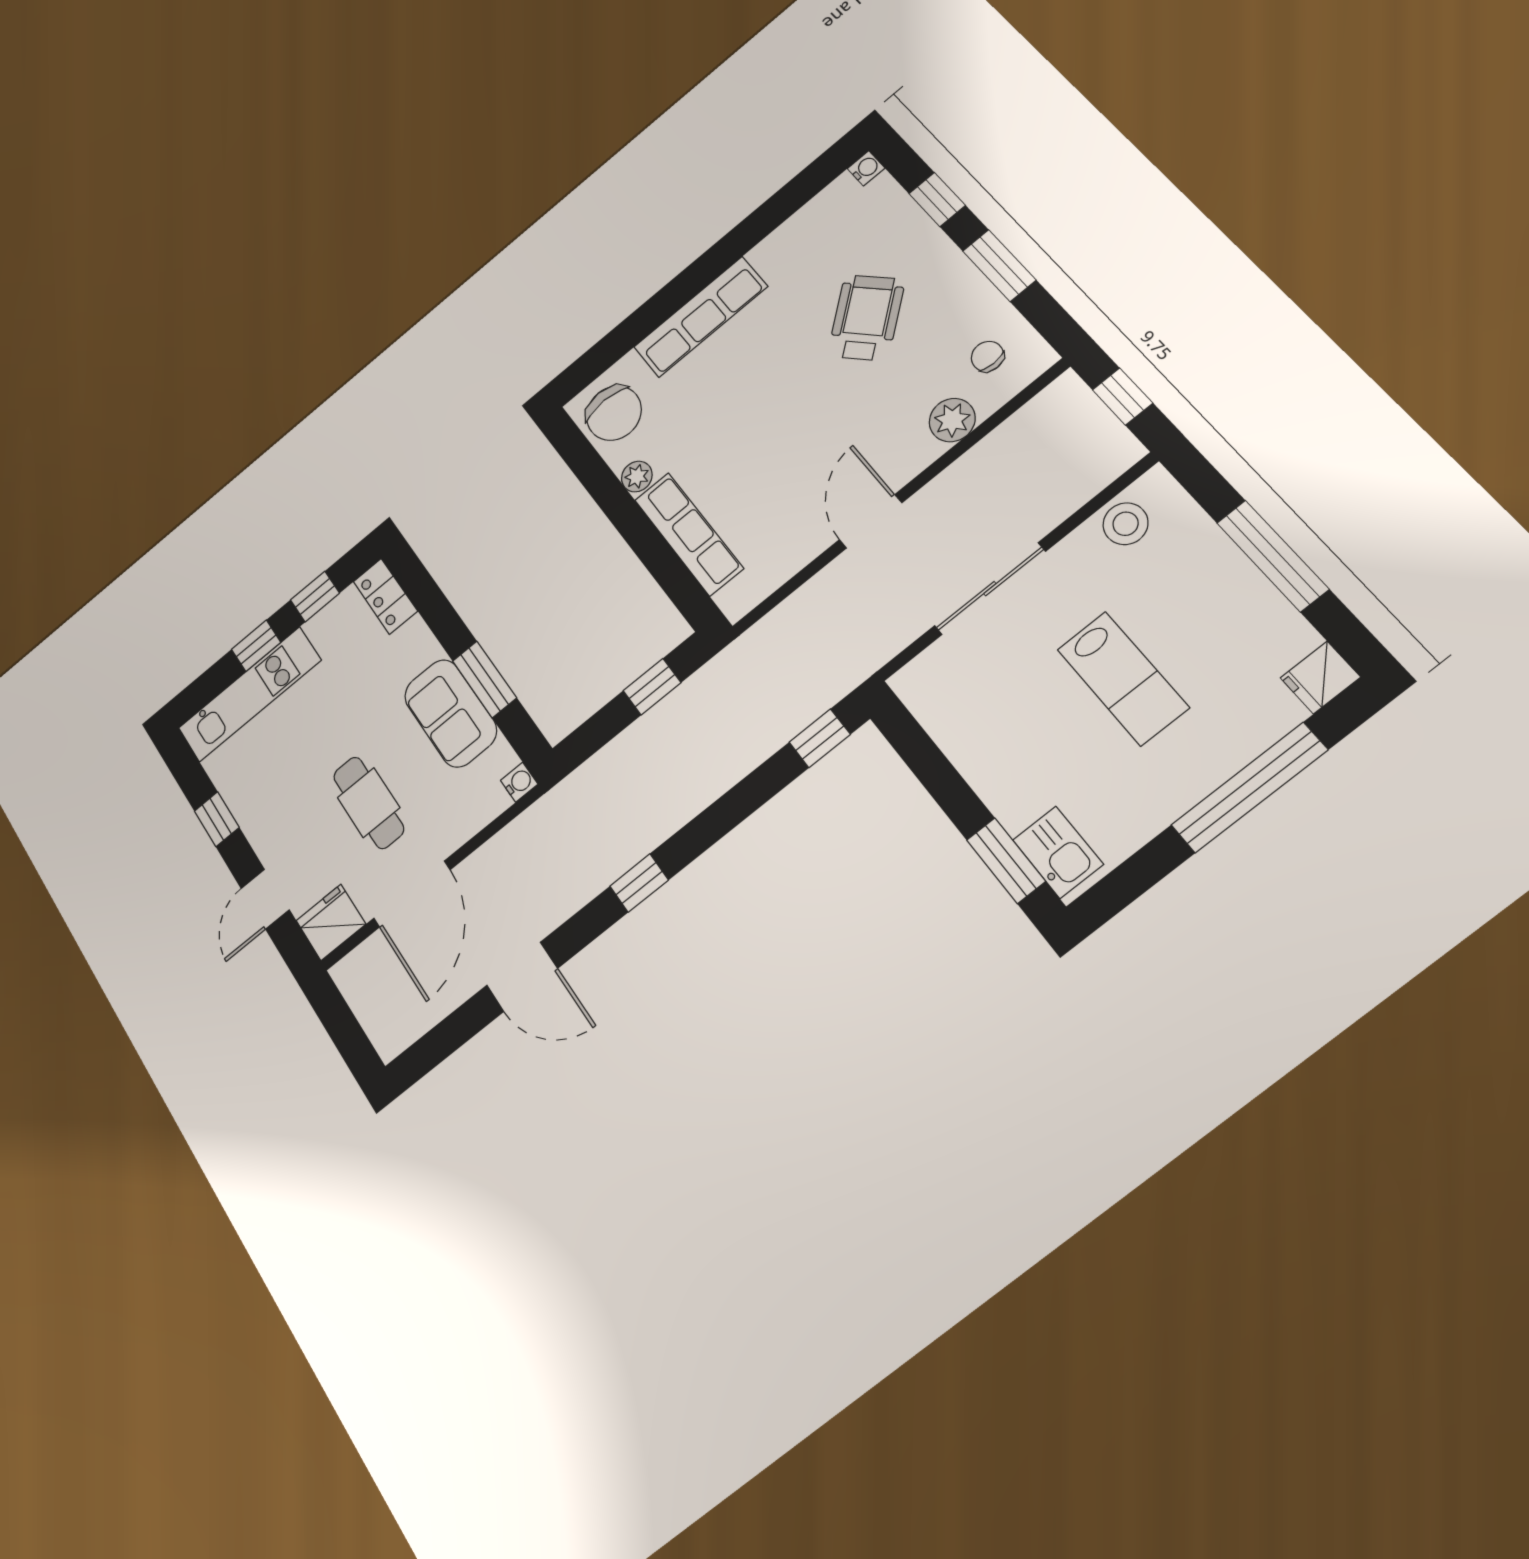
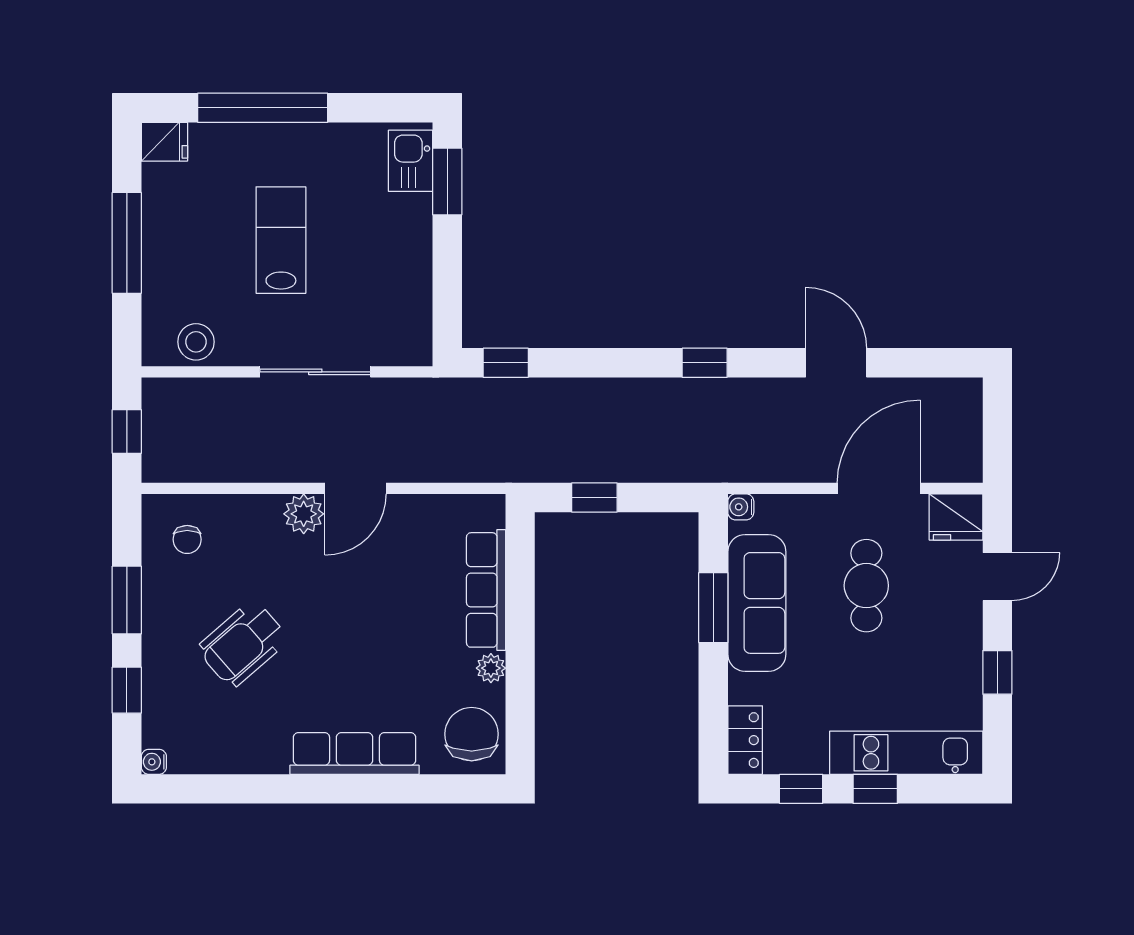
plant: (952, 420) -> (304, 514), moved
sofa: (450, 713) -> (757, 603), width x1.36

